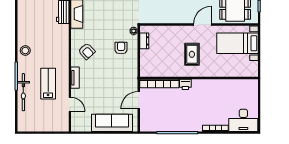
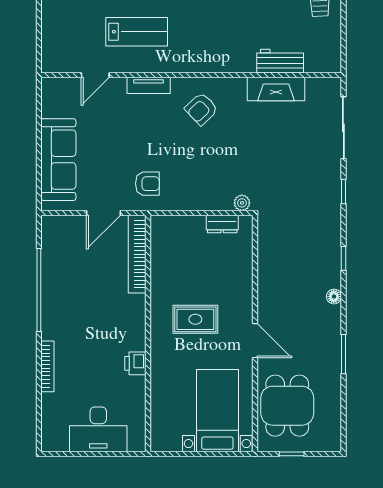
armchair: (121, 48) -> (147, 184), moved
printer: (185, 84) -> (135, 363), moved
door: (139, 100) -> (103, 213), swing flipped
desk: (243, 120) -> (98, 429), moved, turned -90

